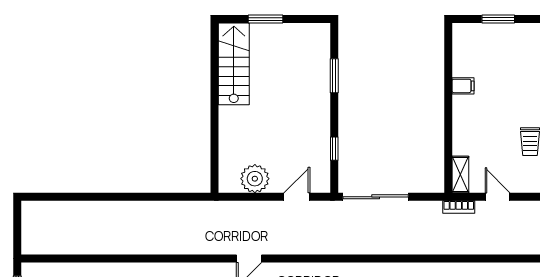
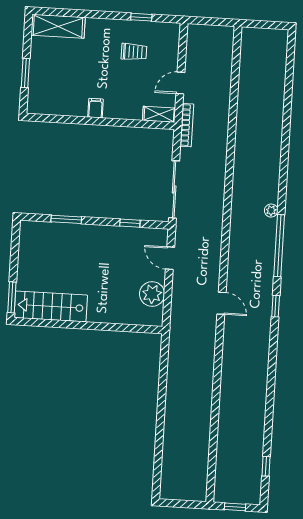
window: (266, 19) -> (12, 297), moved
filing cabinet: (463, 86) -> (95, 108), moved
bookcase: (459, 207) -> (187, 125), width x1.56

